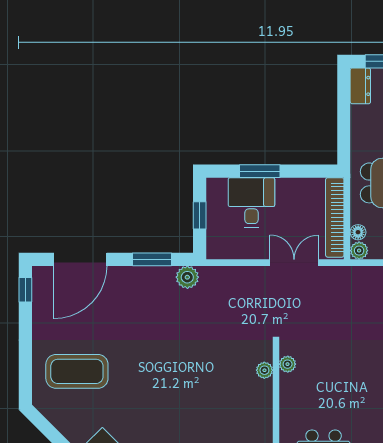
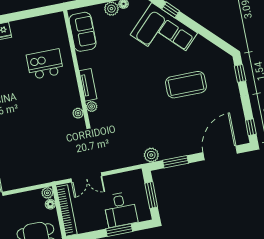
window: (200, 215) -> (151, 195), width x1.50
coffee table: (77, 371) -> (186, 85), moved
window: (25, 376) -> (240, 73), added
tv unit: (263, 405) -> (88, 85), added

